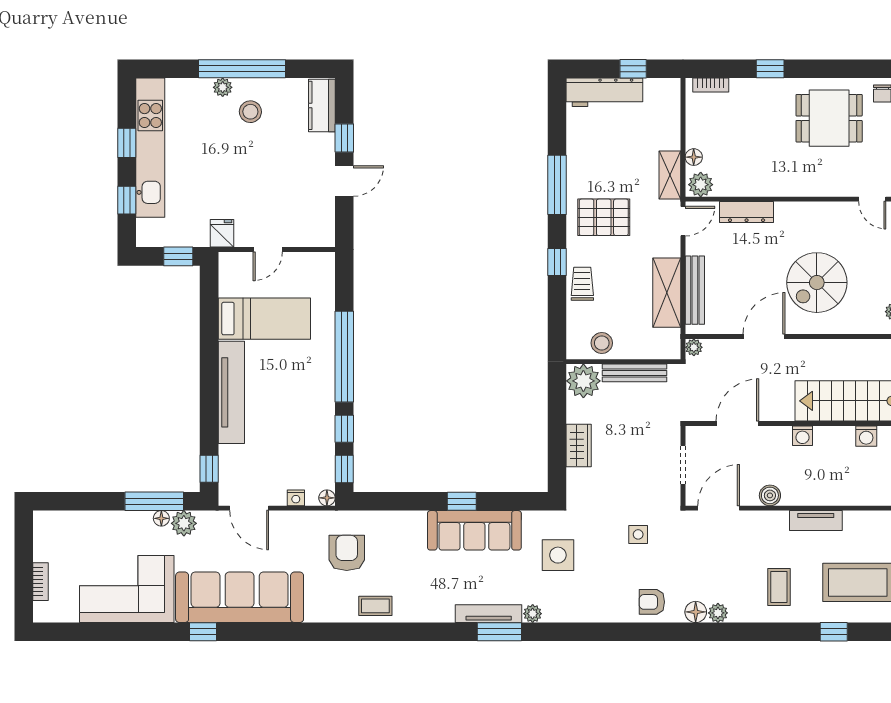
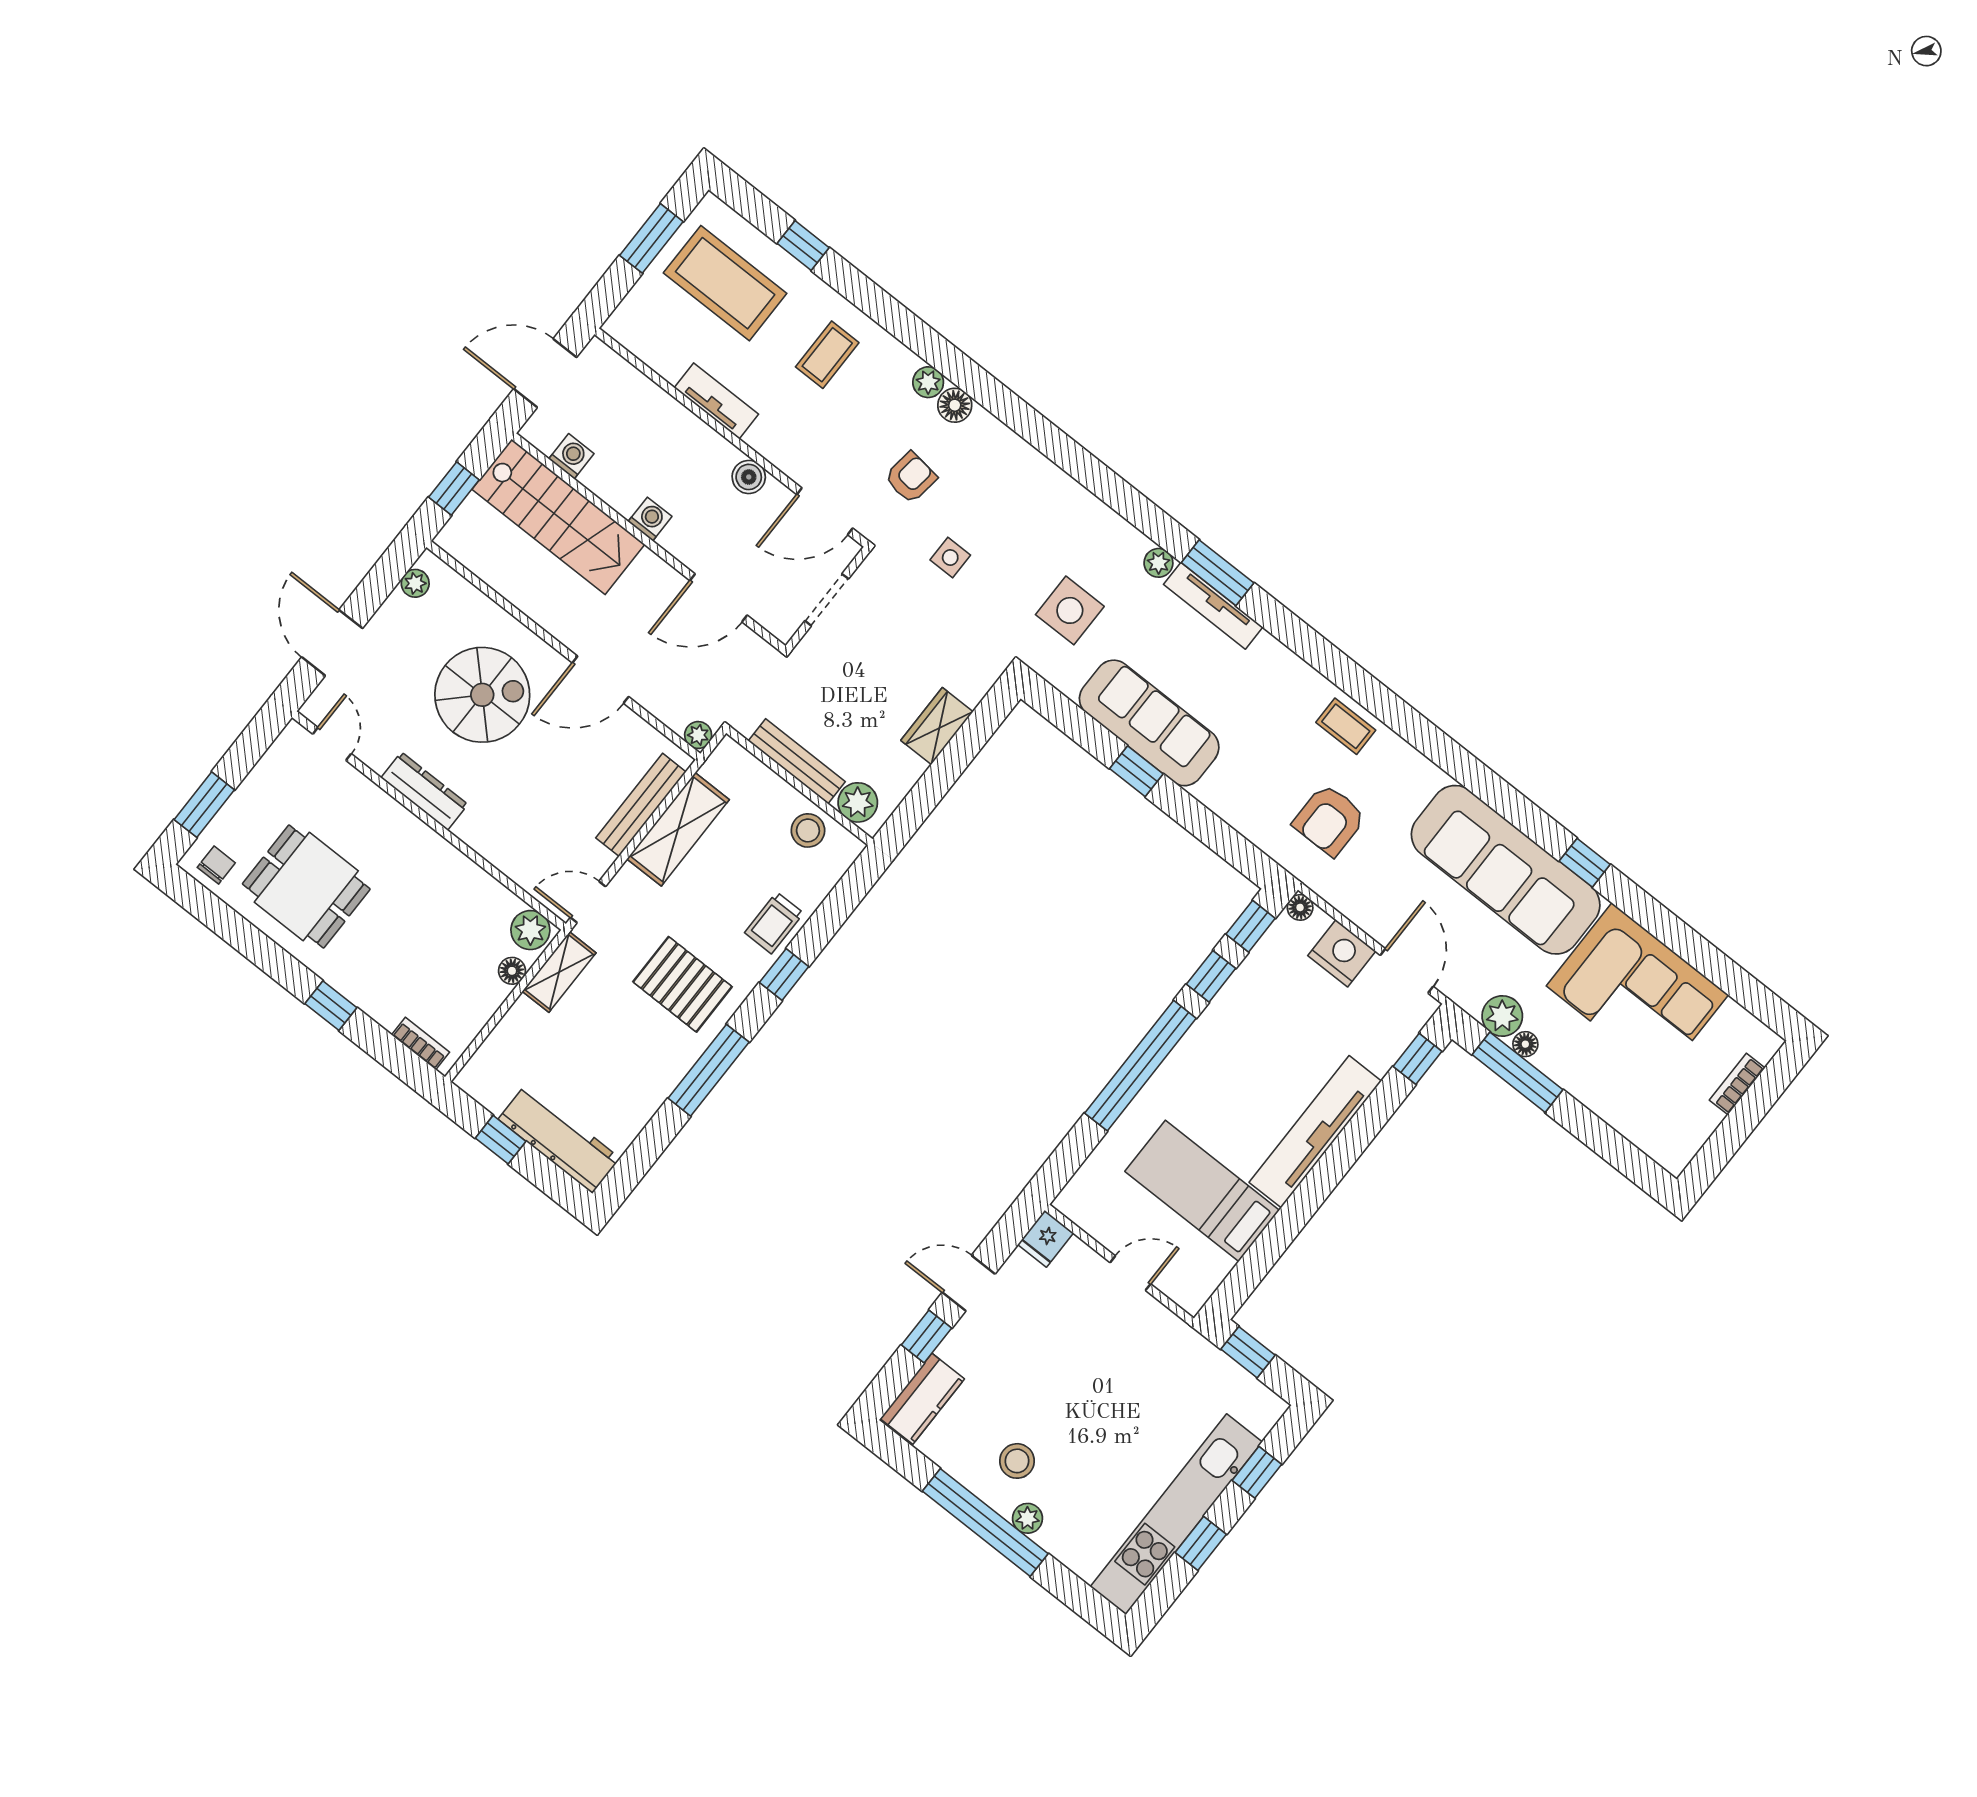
dresser: (747, 212) -> (424, 791), moved
fridge: (222, 233) -> (1046, 1239), moved
plant: (583, 381) -> (858, 802), width x0.73, depth x0.73
nightstand: (296, 498) -> (1342, 953), width x1.89, depth x1.79
armchair: (652, 602) -> (911, 478), moved, turned -83

